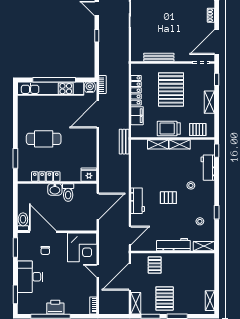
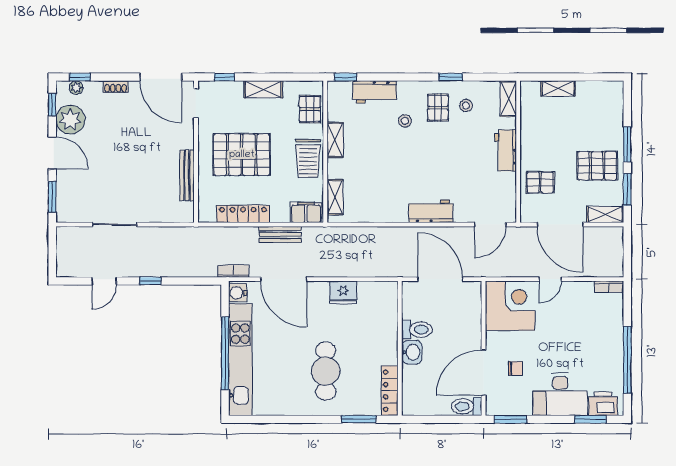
filing cabinet: (137, 116) -> (306, 212), moved
bench: (124, 142) -> (280, 234), moved
shelving: (158, 144) -> (335, 197), moved
fridge: (89, 175) -> (343, 292), moved, turned -90
locker: (46, 177) -> (390, 391), moved
pallet: (168, 198) -> (438, 108), moved
door: (130, 236) -> (490, 225), swing flipped
workbench: (173, 245) -> (506, 150), width x0.73
shelving: (210, 301) -> (558, 88), moved
printer: (55, 307) -> (603, 404), moved, turned 90

